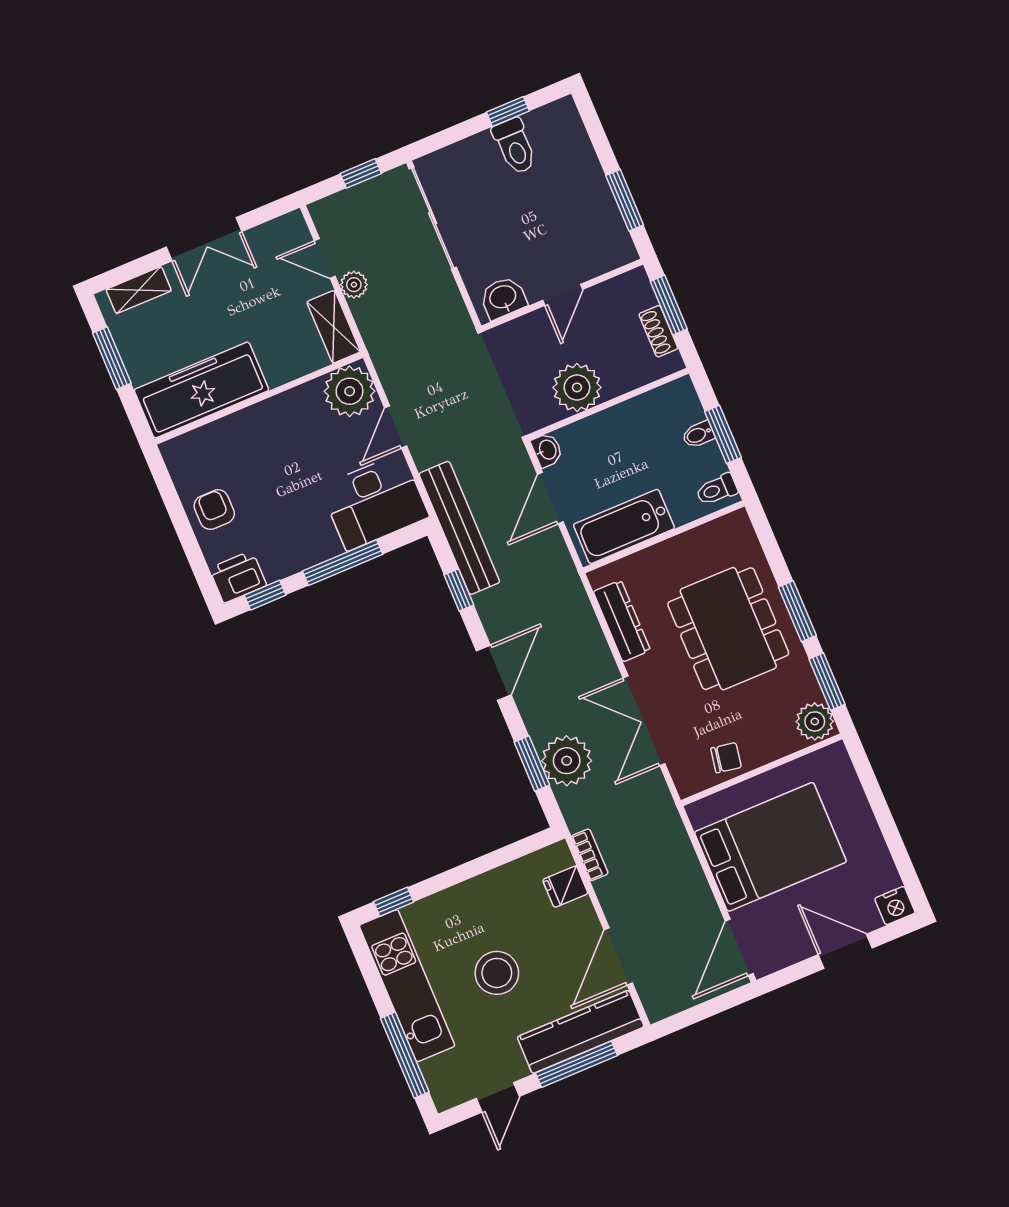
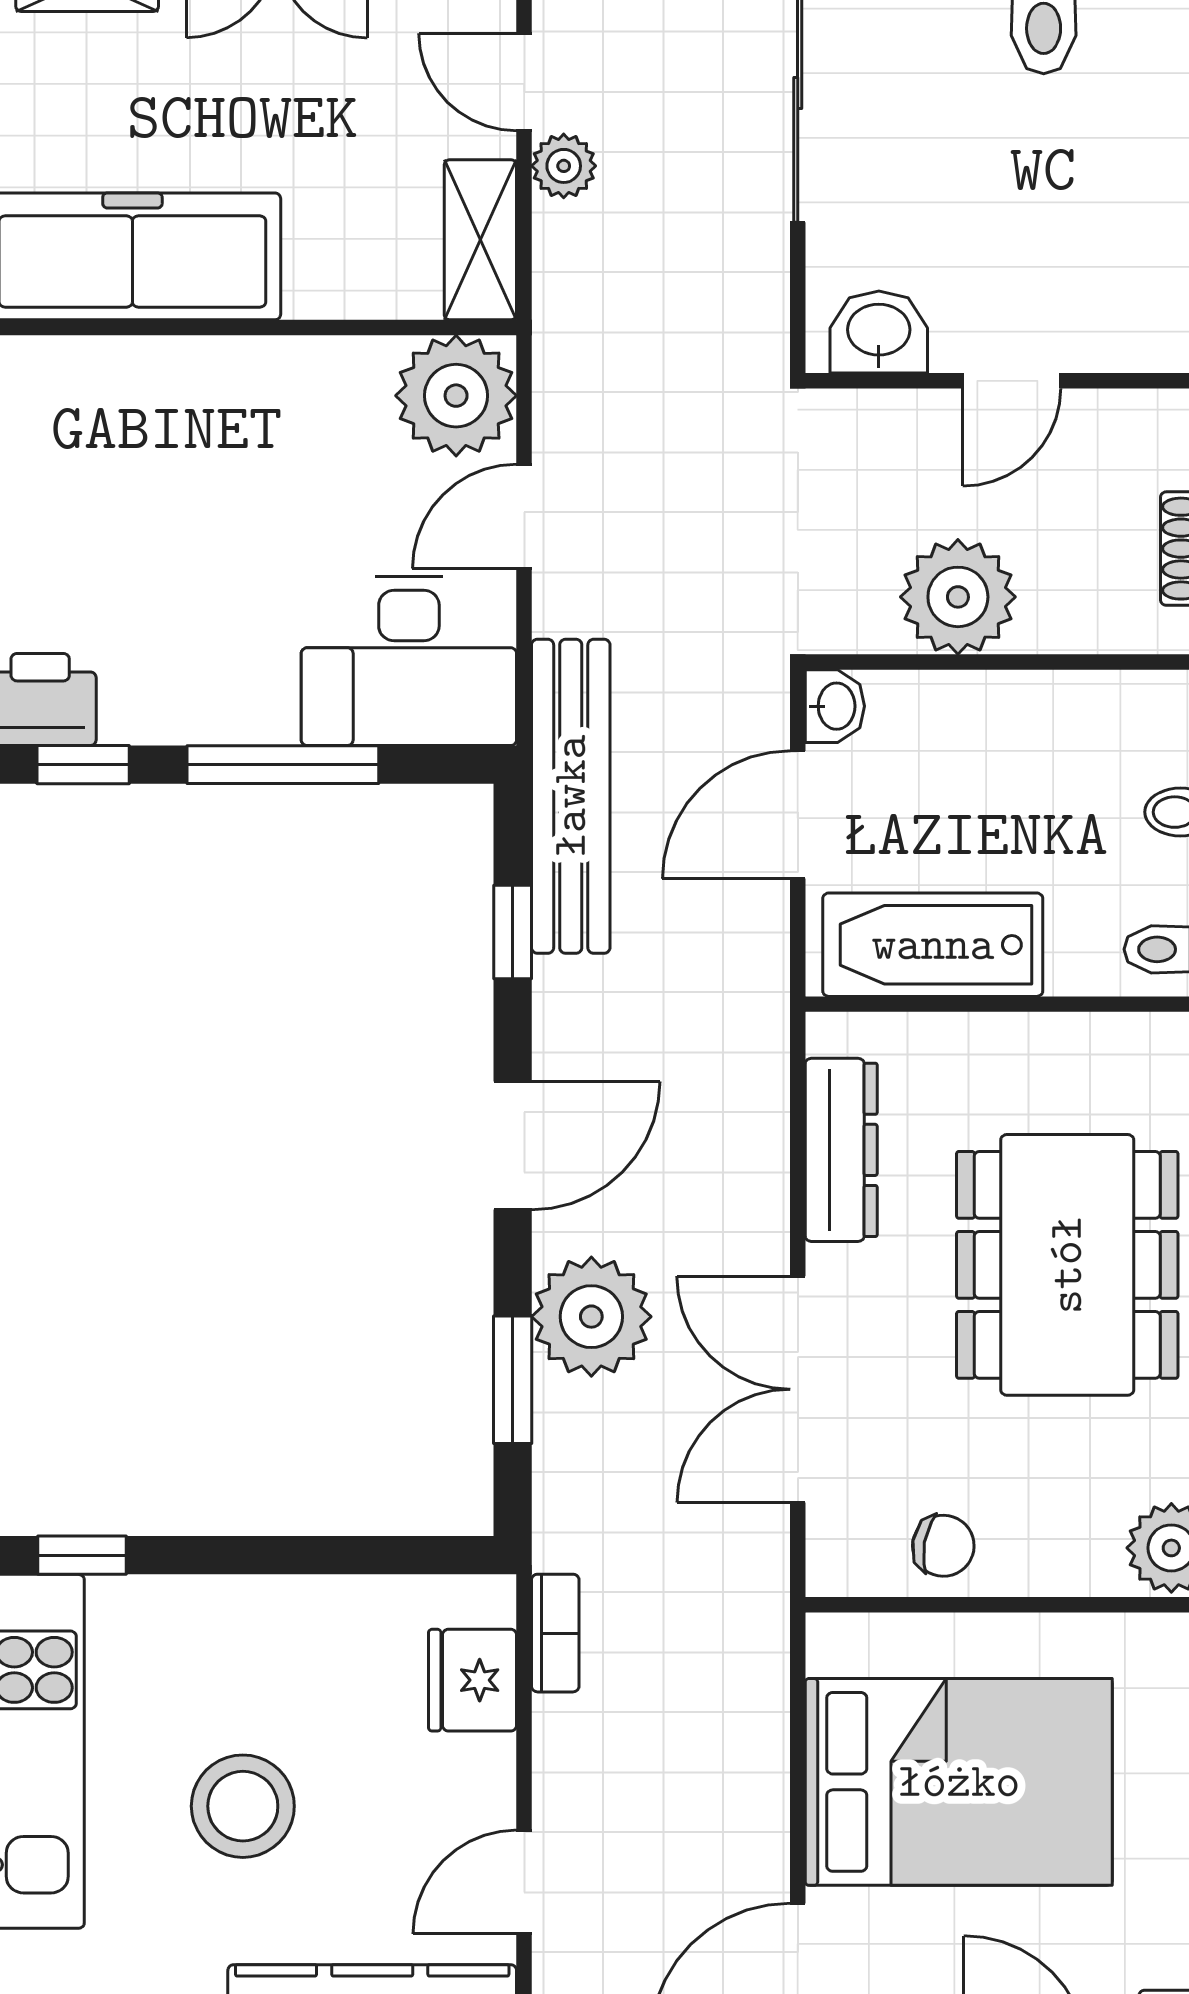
armchair: (214, 510) -> (50, 530), removed
plant: (567, 761) -> (591, 1317), moved
fridge: (565, 887) -> (473, 1680), width x1.38
door: (618, 957) -> (524, 1882), width x0.73

